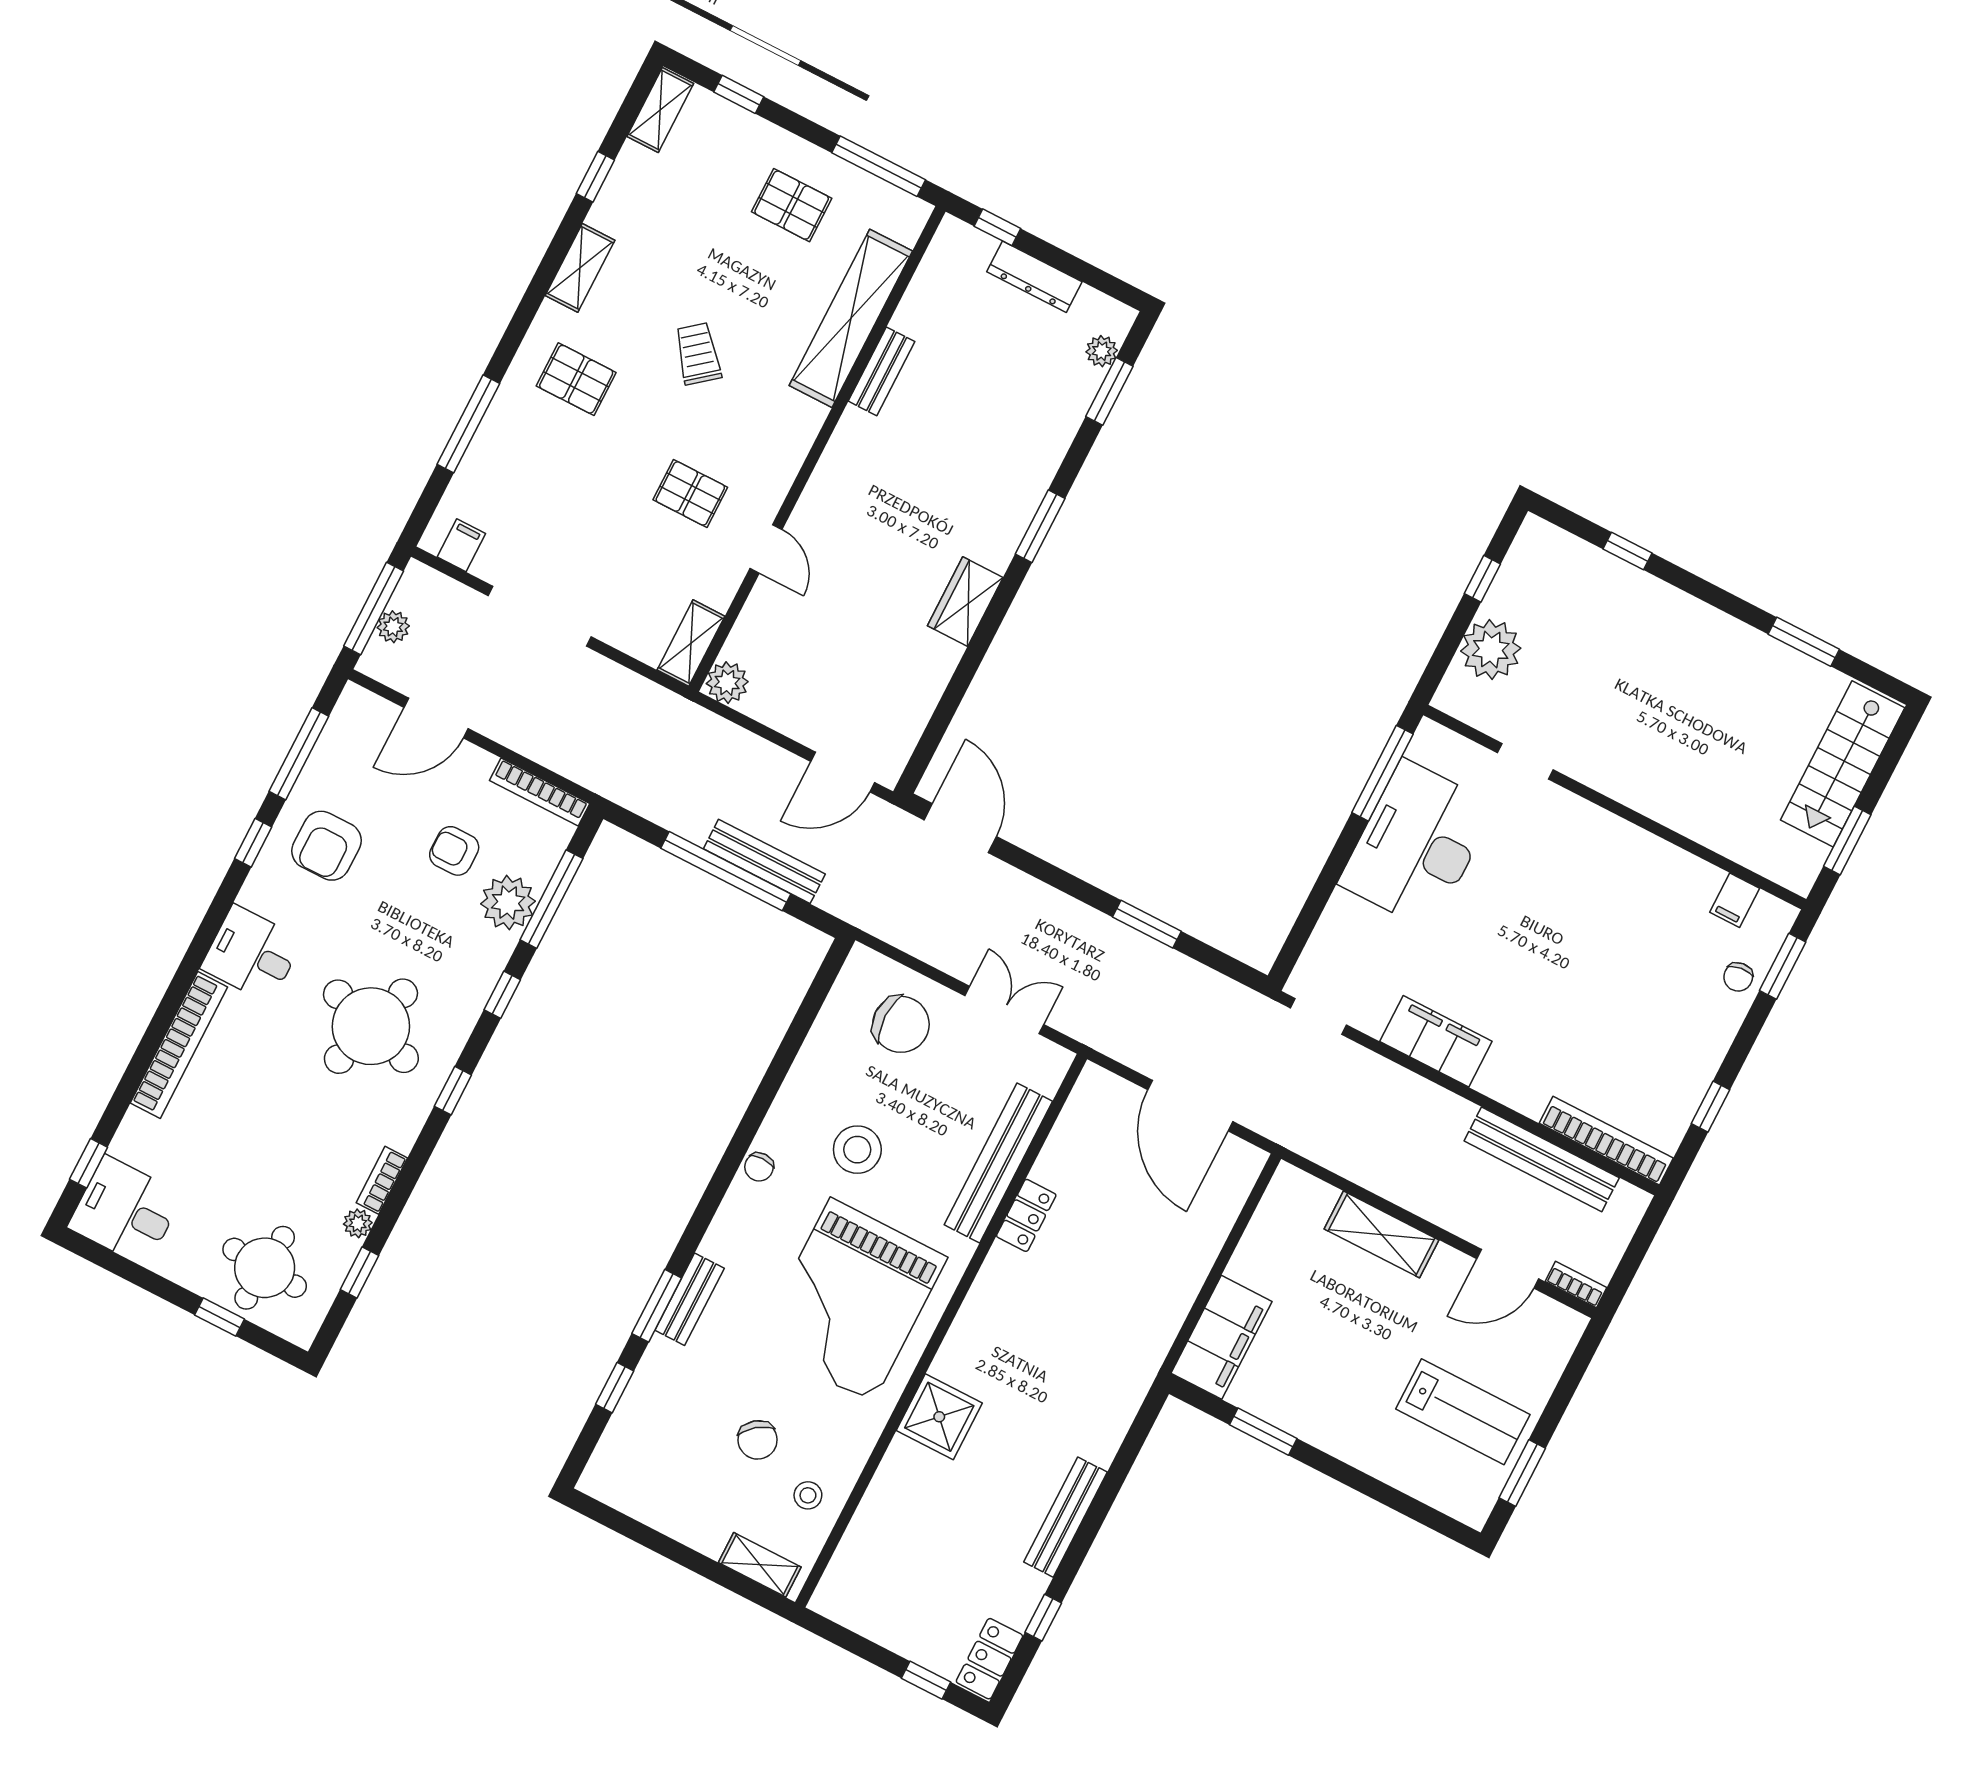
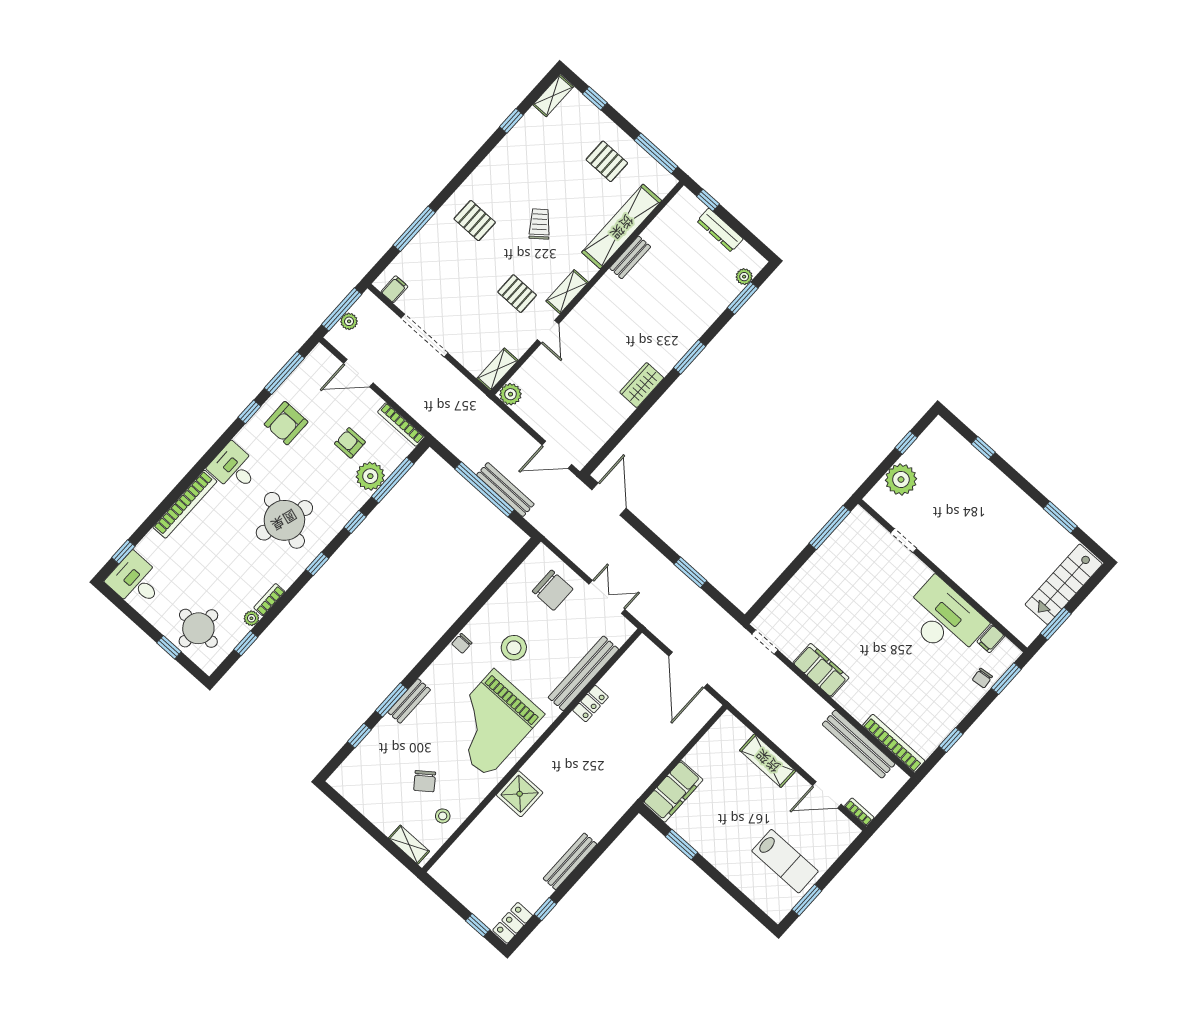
shelving: (580, 268) -> (567, 292), moved
desk: (1417, 845) -> (944, 619), moved, turned 90

